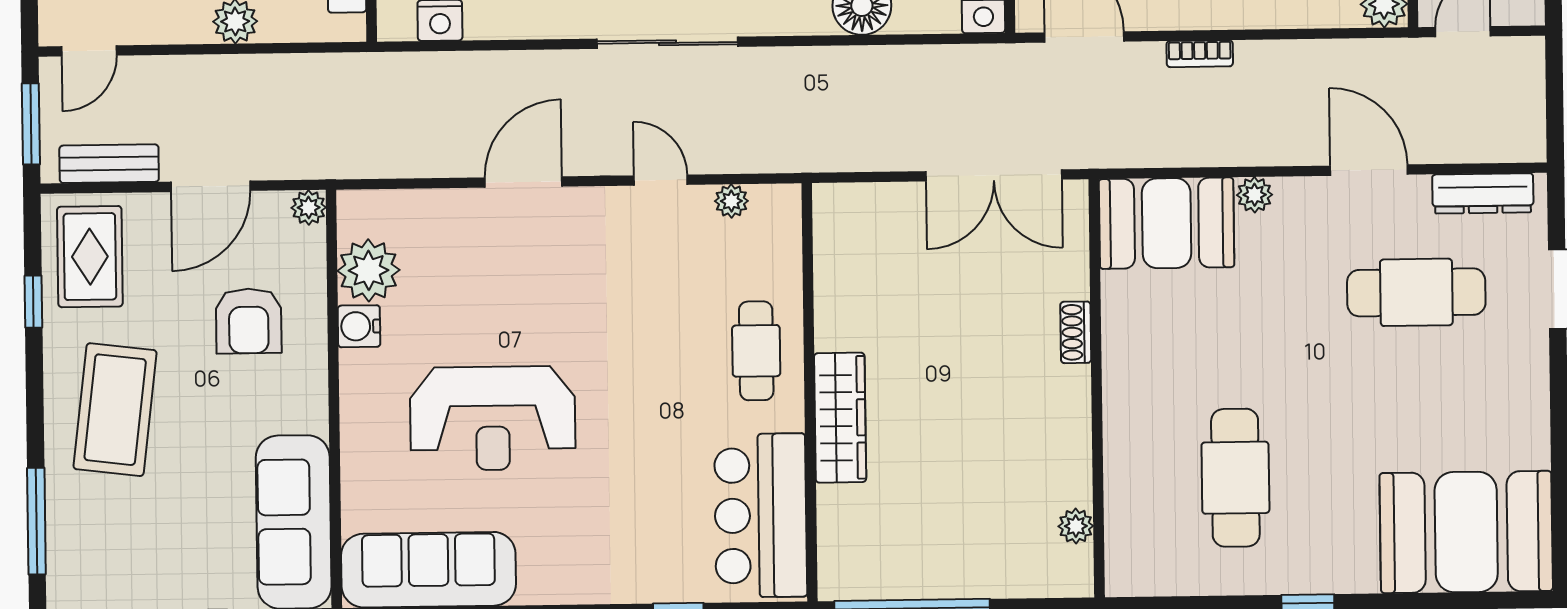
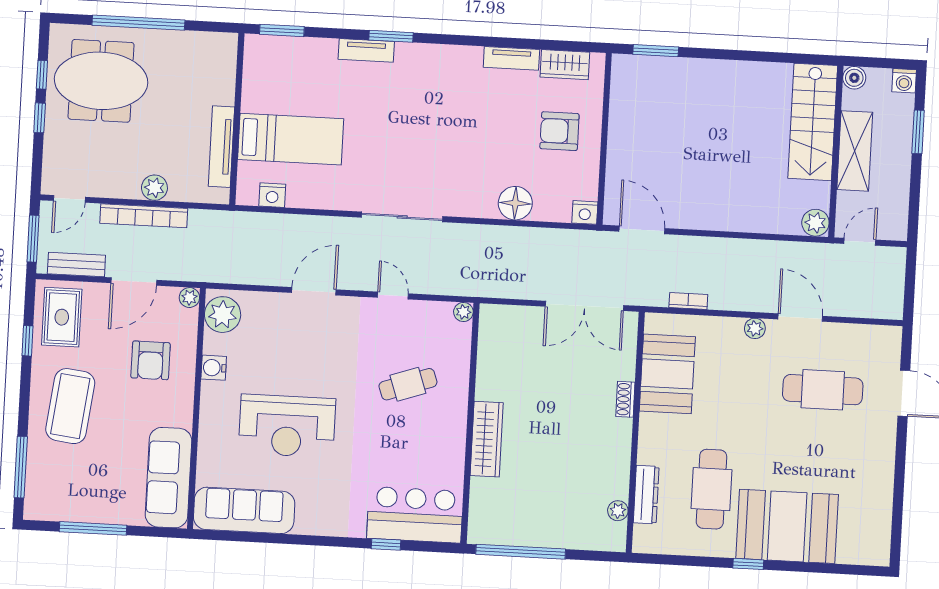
bookcase: (1200, 54) -> (688, 301), moved, turned 180
bookcase: (220, 71) -> (144, 216), added
dresser: (1483, 193) -> (646, 495), moved, turned -90
plant: (1255, 195) -> (755, 328), moved
plant: (731, 201) -> (463, 312), moved
booth: (1167, 223) -> (667, 374), moved, turned 90
plant: (369, 270) -> (223, 315), moved
cafe table: (756, 351) -> (408, 384), moved, turned 71
bar counter: (761, 515) -> (415, 515), moved, turned 90
booth: (1466, 532) -> (787, 526), moved

